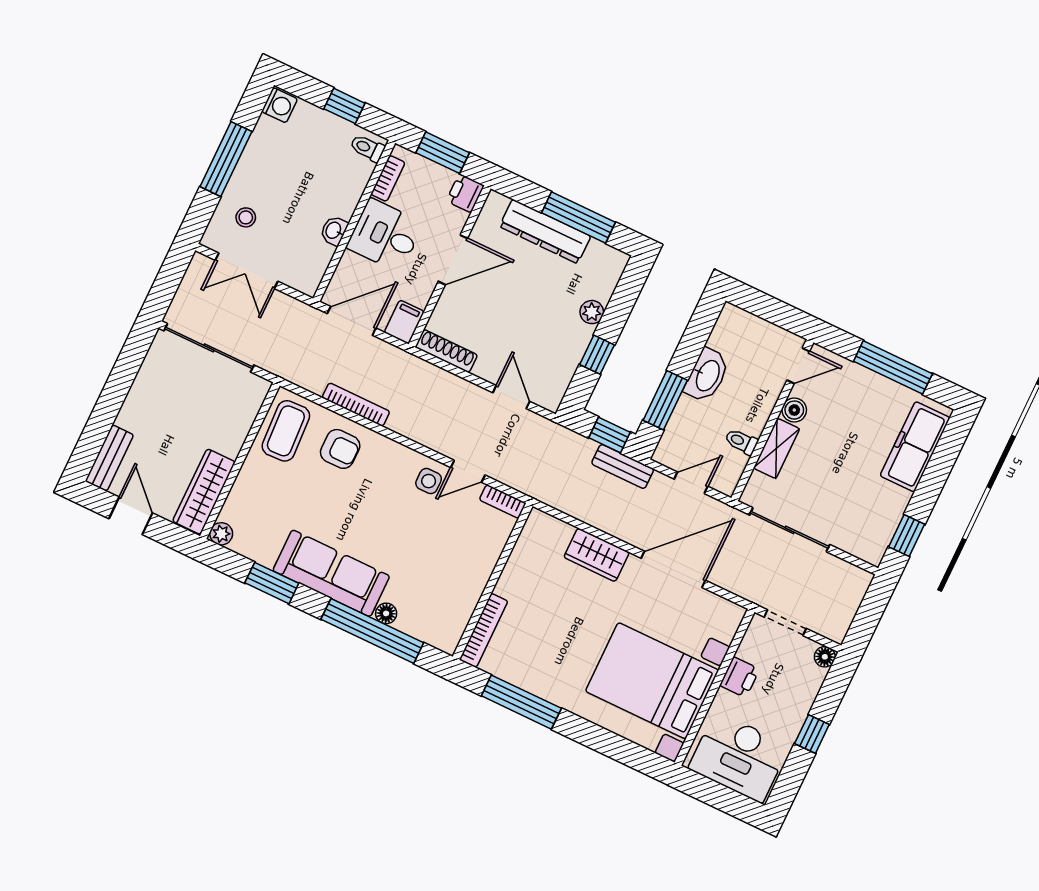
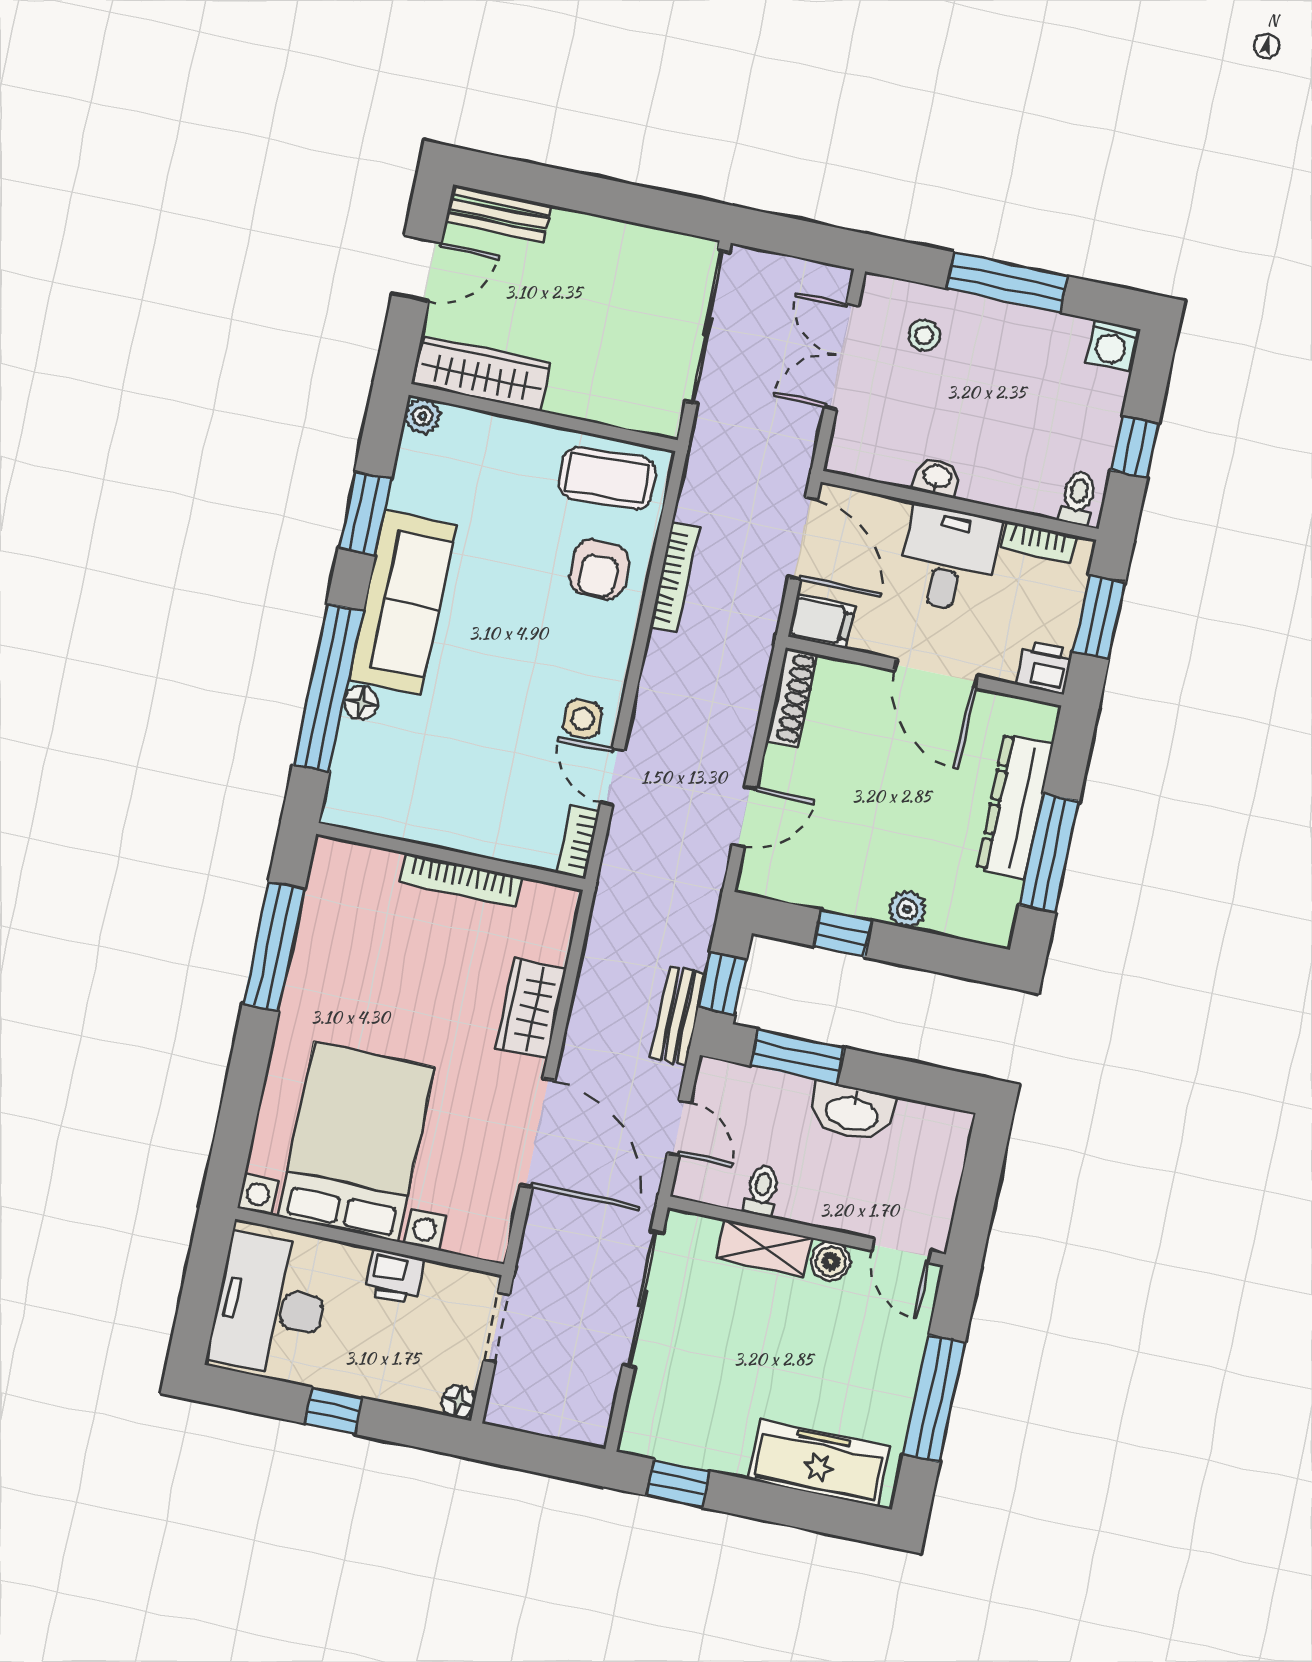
bookcase: (484, 630) -> (461, 880), moved

